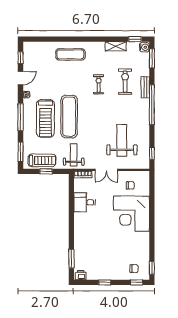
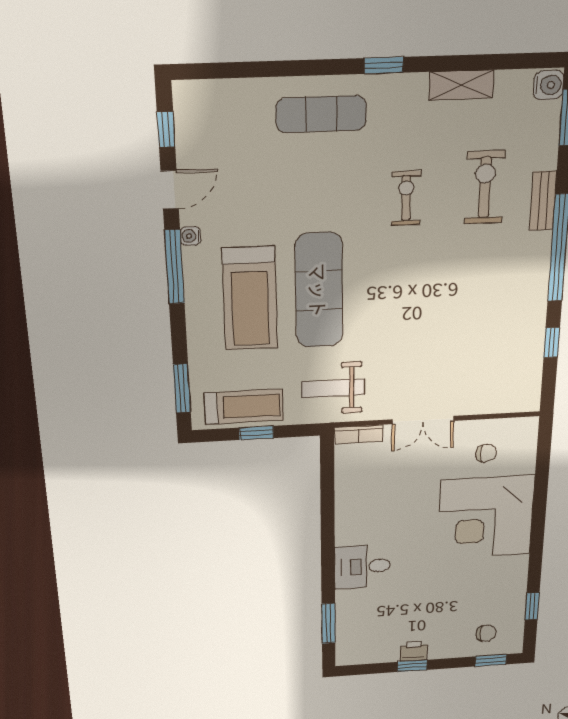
window: (135, 39) -> (384, 65), moved
window: (21, 117) -> (174, 267), moved
weight bench: (122, 140) -> (468, 345), removed
window: (152, 153) -> (552, 342), moved
weight bench: (74, 155) -> (333, 388), turned -90
desk: (85, 202) -> (362, 567), moved
window: (152, 268) -> (532, 606), moved
printer: (81, 275) -> (414, 651), moved

